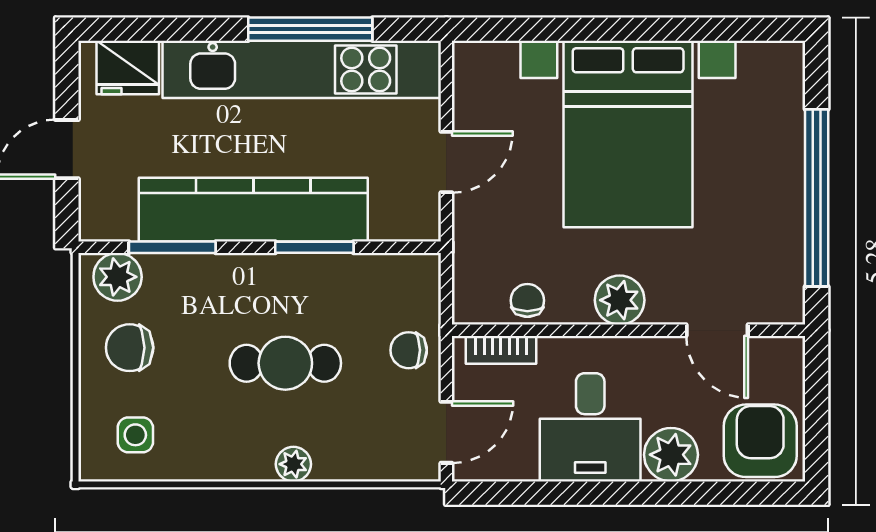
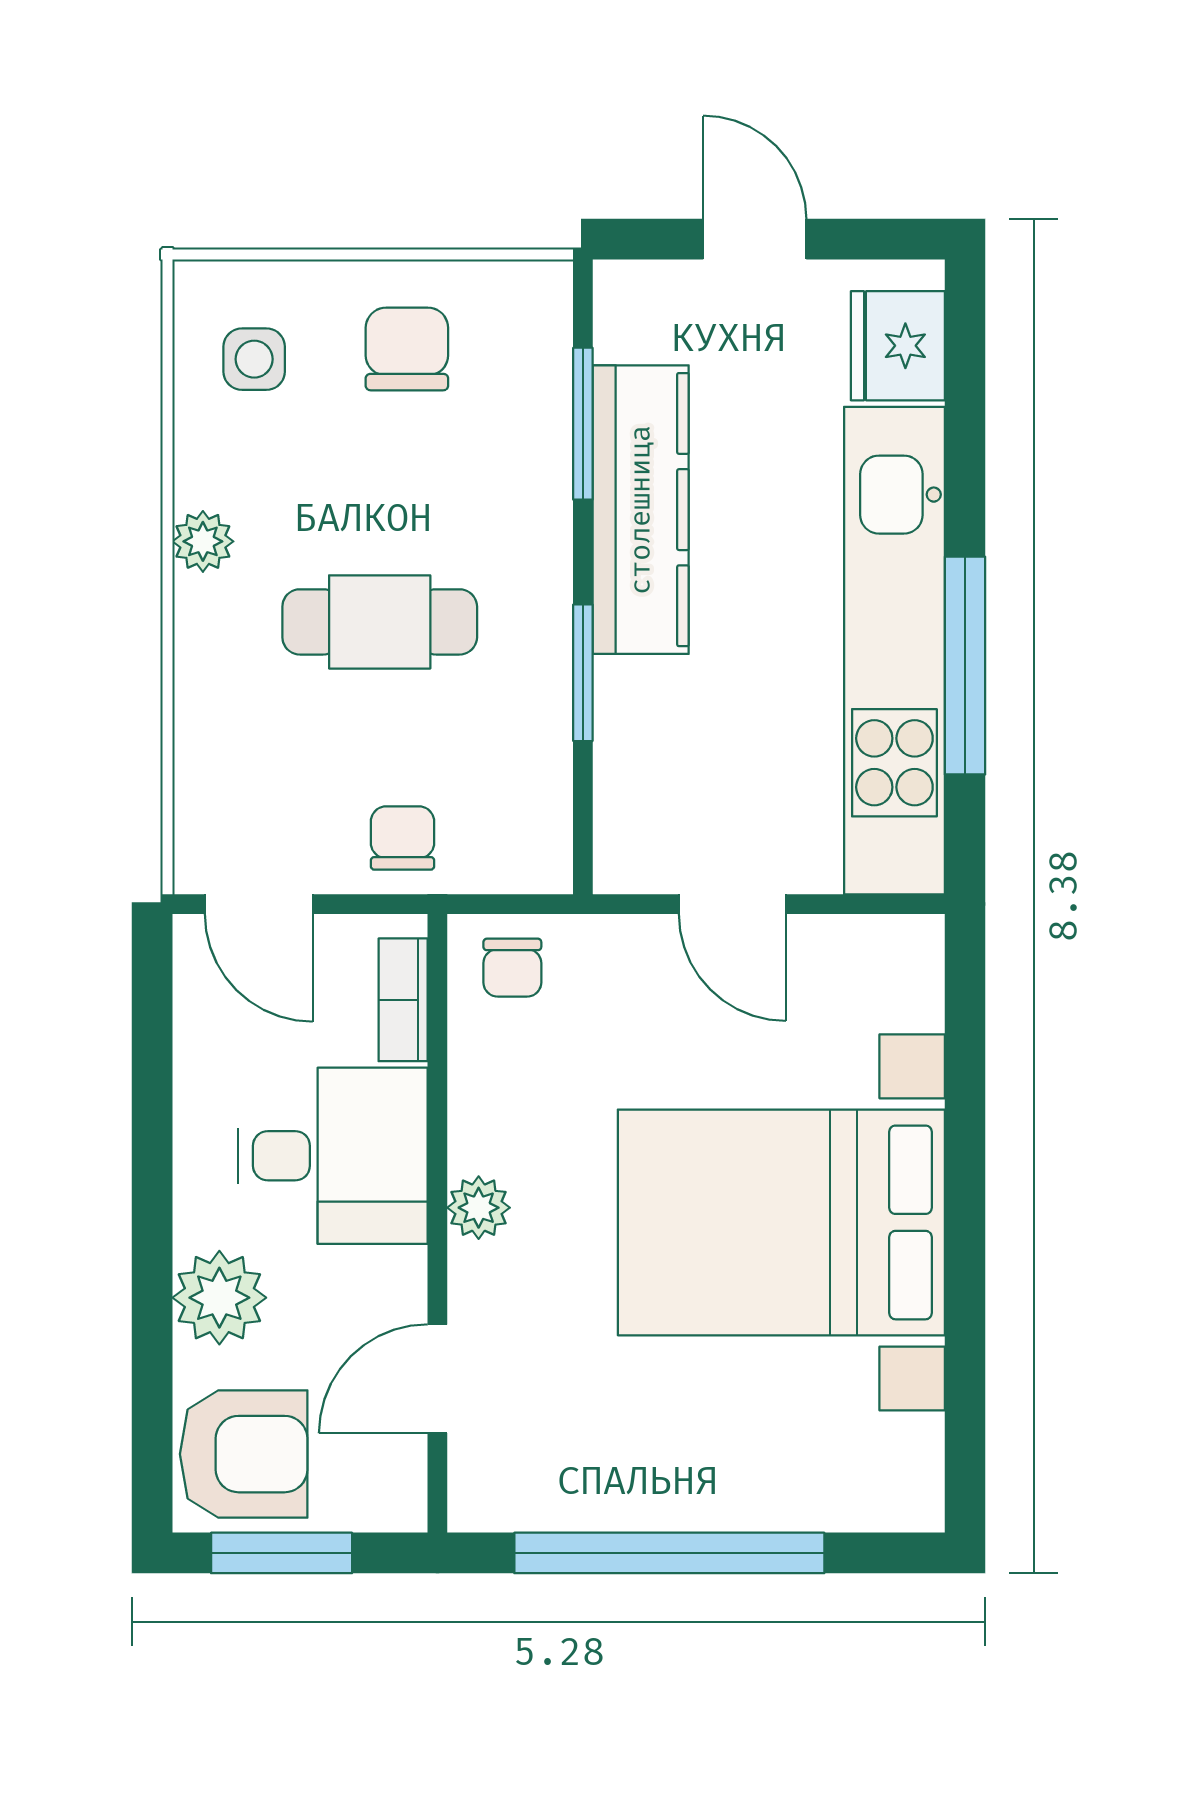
kitchen counter: (253, 210) -> (641, 510), width x0.72, depth x0.86
plant: (118, 277) -> (531, 328), removed
chair: (527, 300) -> (512, 968), moved, turned 90
plant: (620, 300) -> (479, 1208), width x0.73, depth x0.73
cafe table: (285, 363) -> (380, 622), turned 90
window: (817, 419) -> (282, 1553), added
desk: (590, 427) -> (333, 1156), moved, turned 180
plant: (293, 464) -> (203, 541), moved

